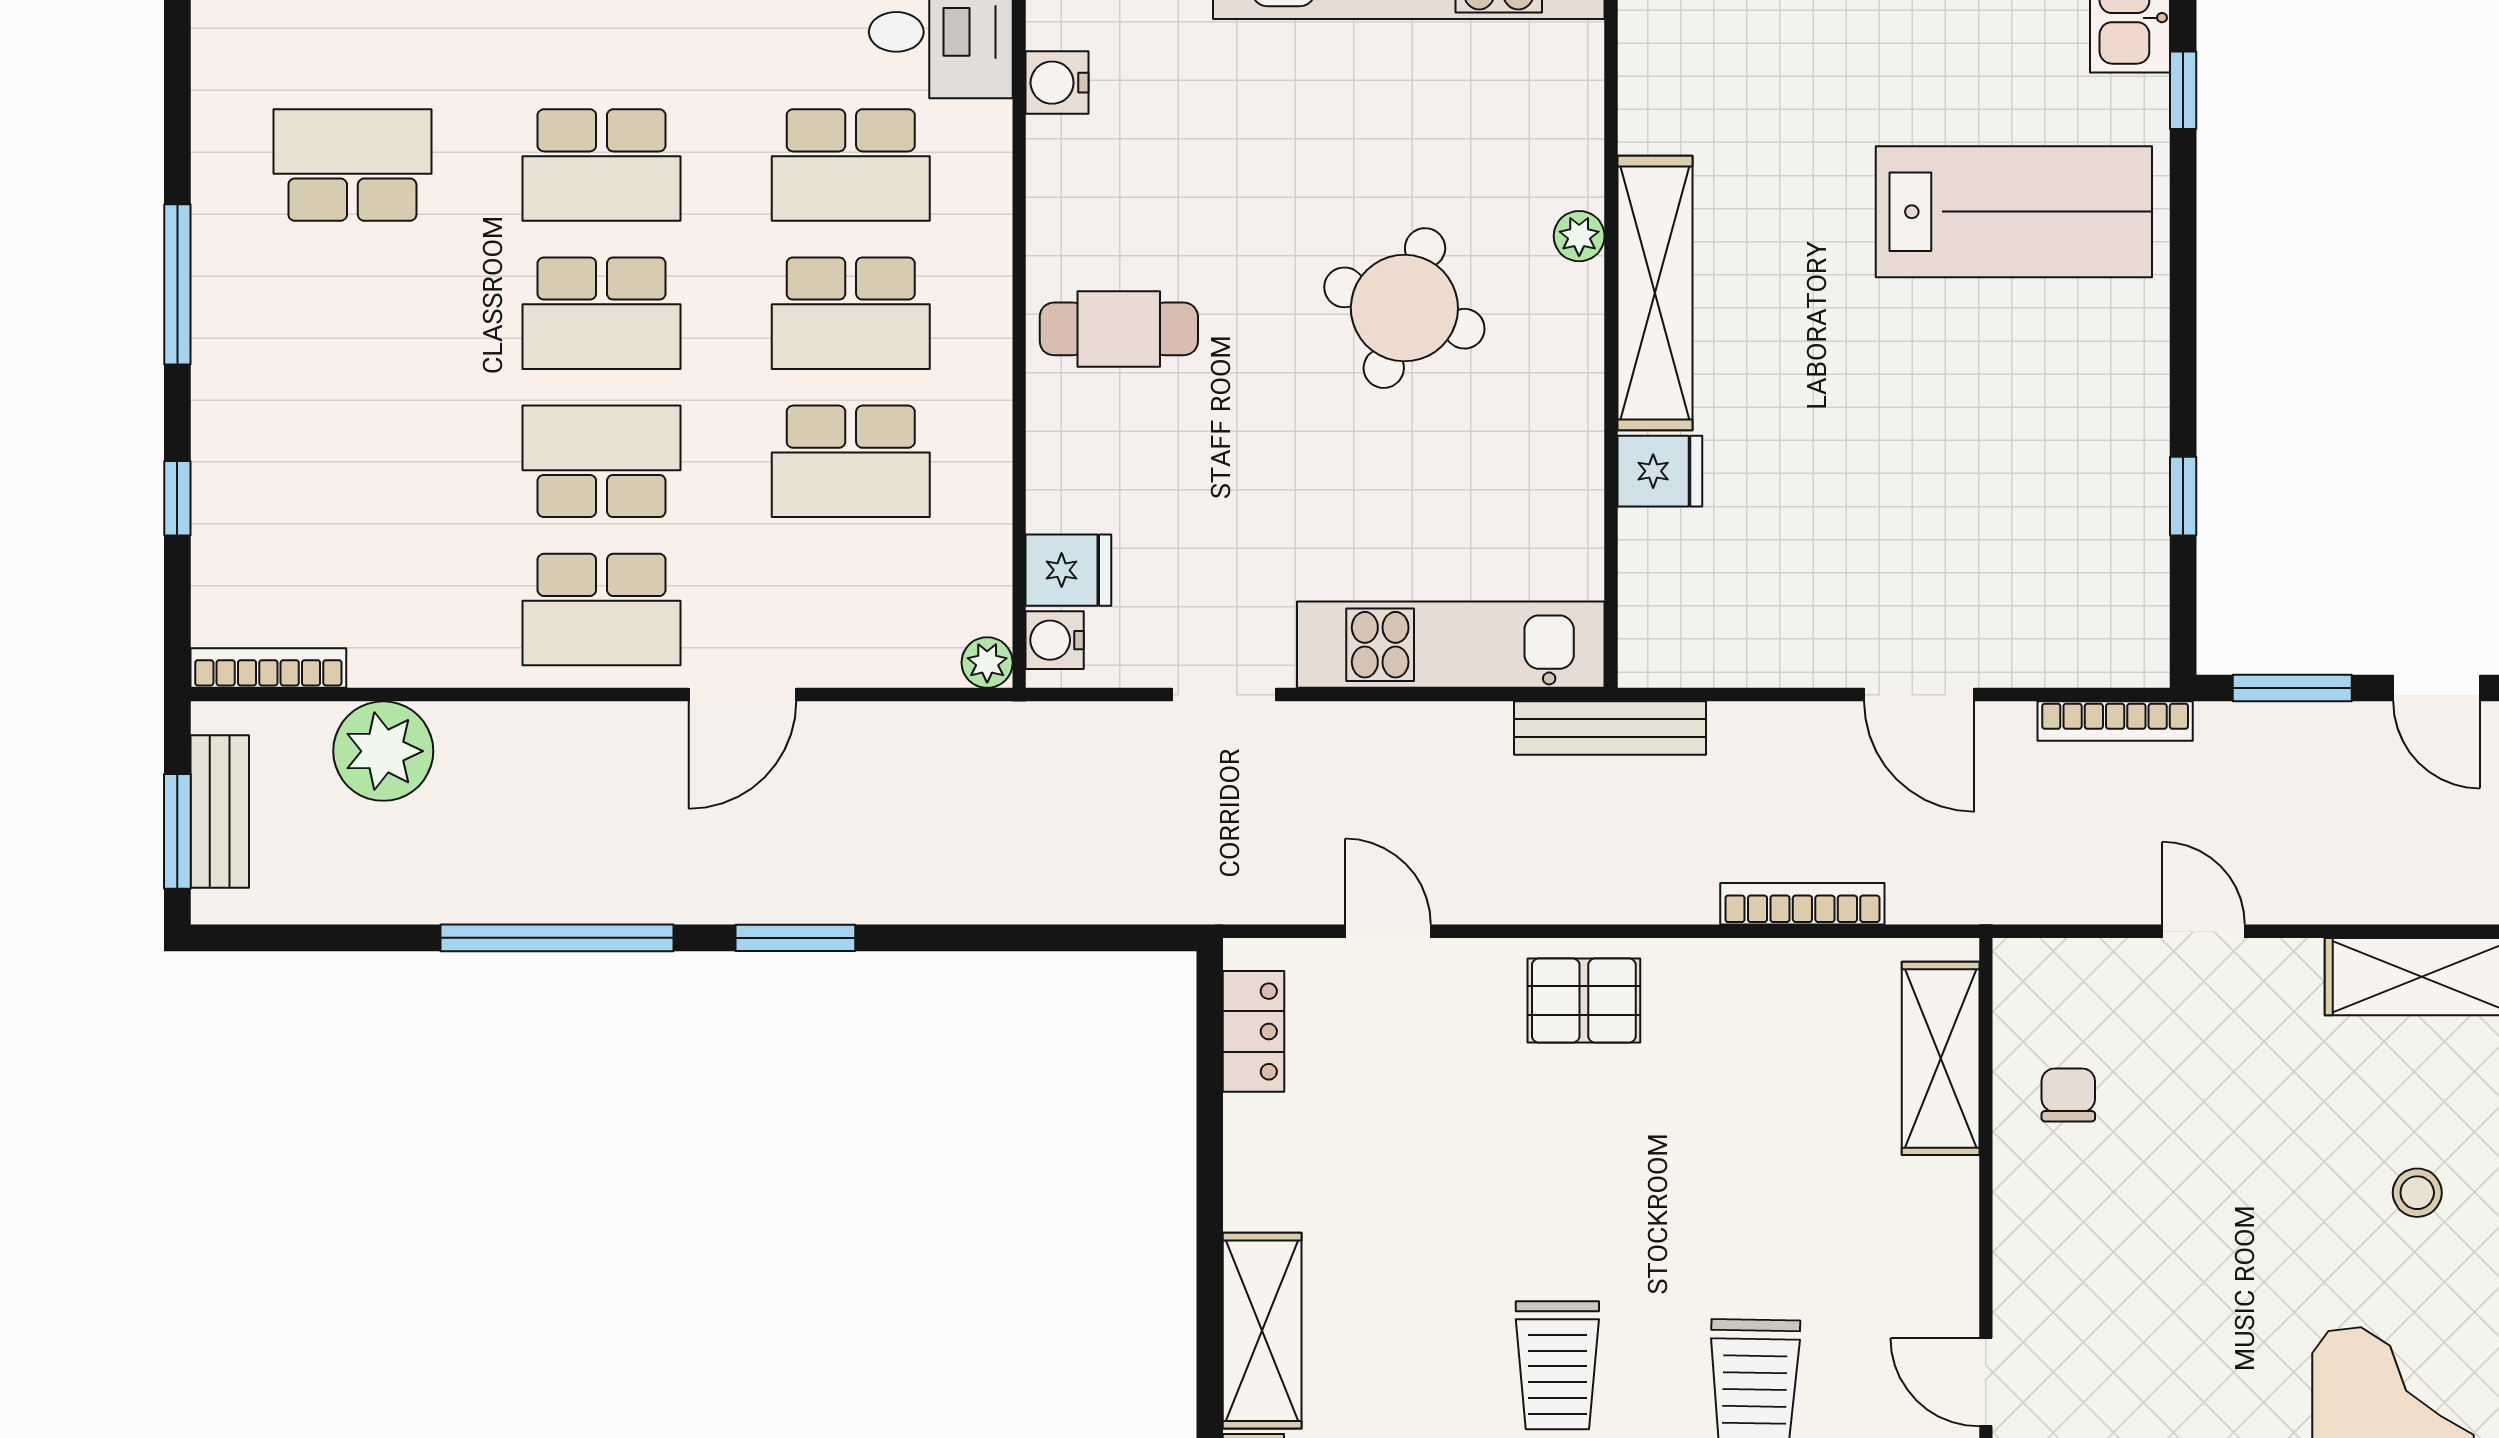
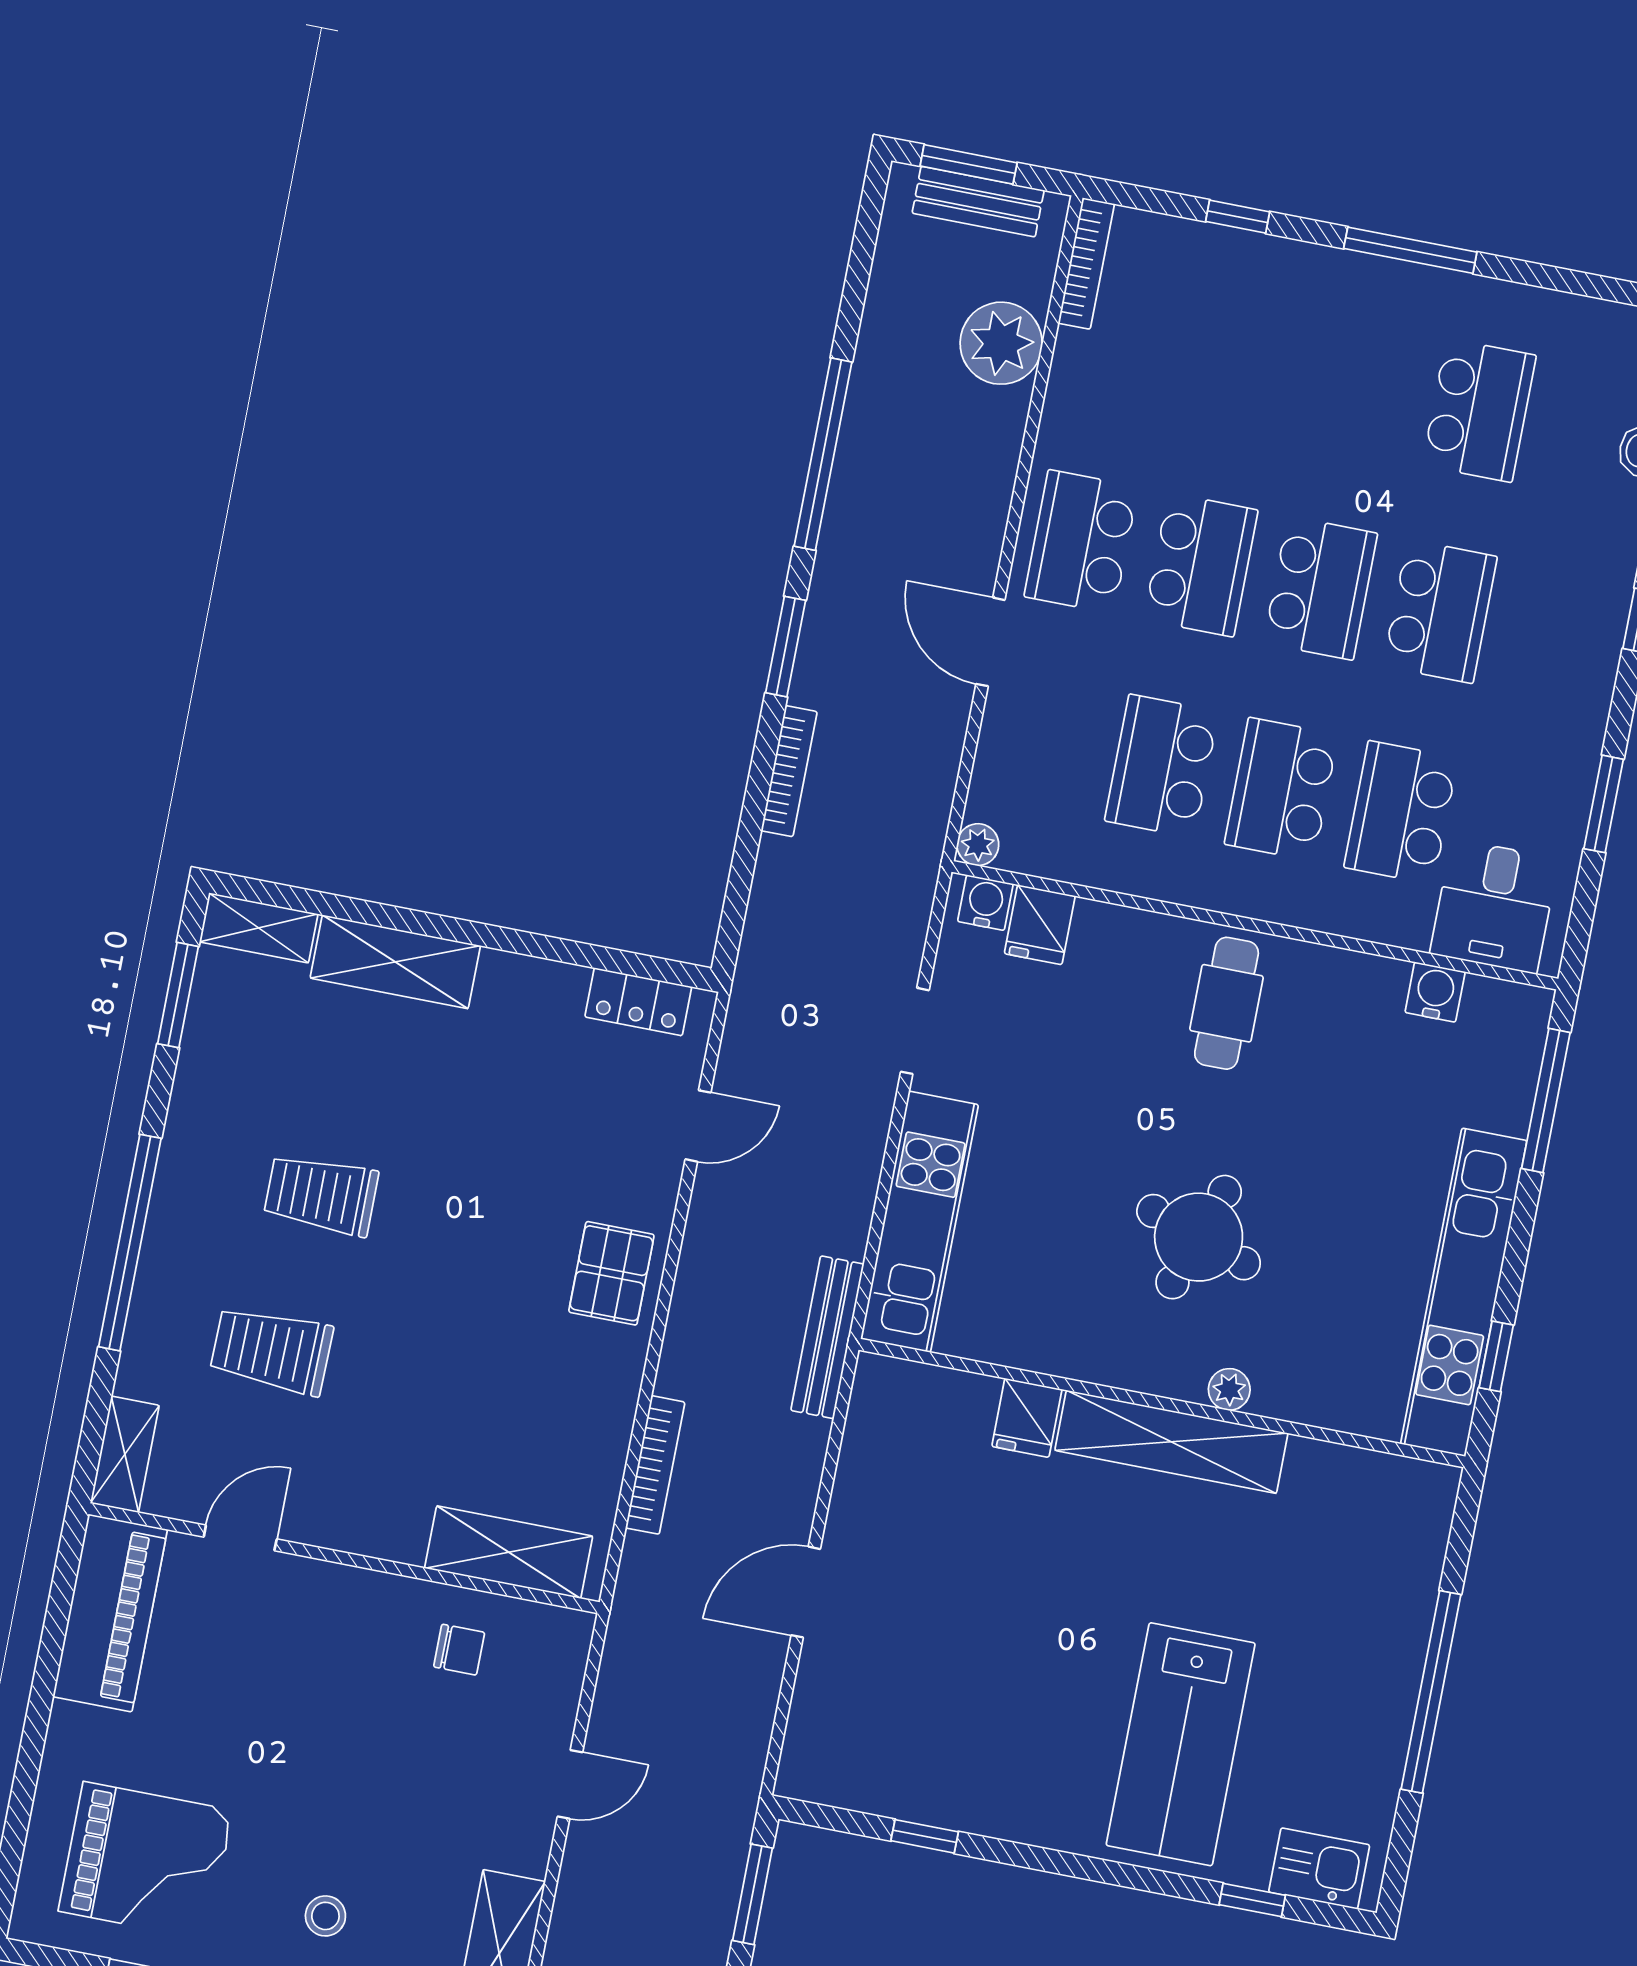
school desk: (602, 165) -> (1440, 611), turned 180
school desk: (602, 313) -> (1320, 588), turned 180
bookcase: (2115, 721) -> (789, 771), moved, turned 180

